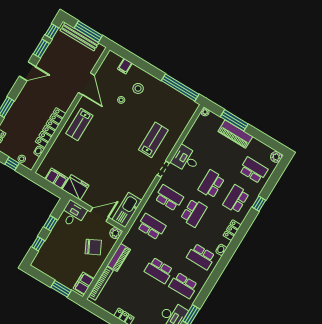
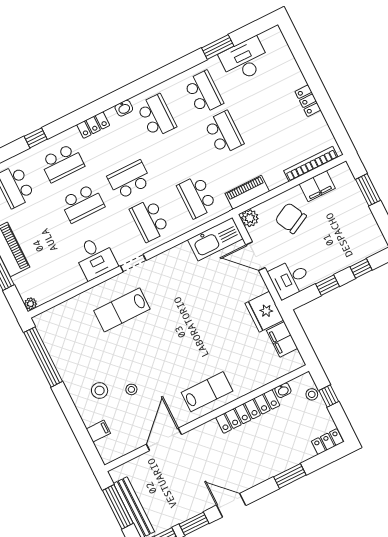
piano: (119, 257) -> (247, 192), moved
filing cabinet: (84, 284) -> (317, 186), moved

